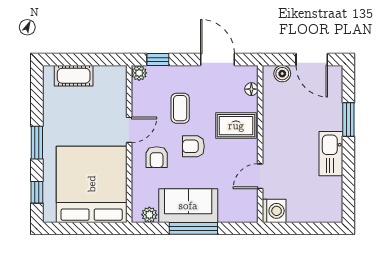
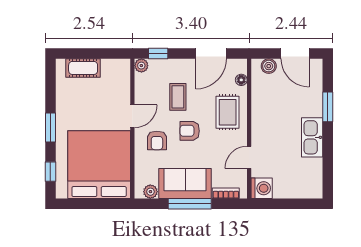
door: (217, 60) -> (211, 54), swing flipped
rug: (236, 126) -> (228, 112), turned 90
bookcase: (234, 217) -> (226, 193), added

